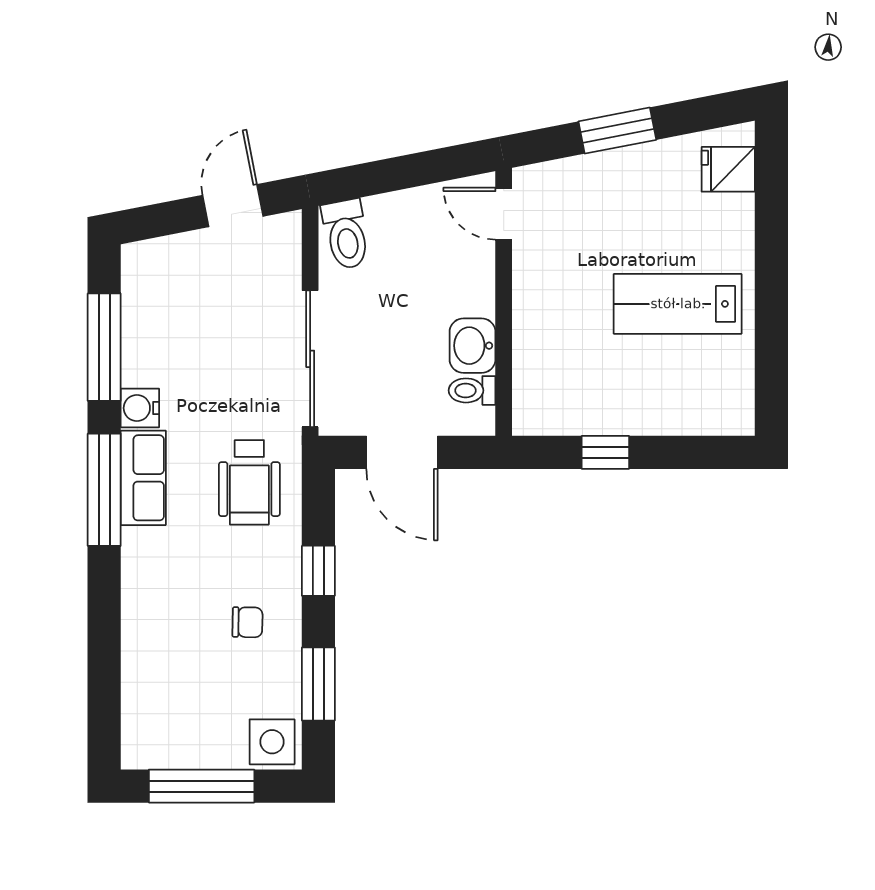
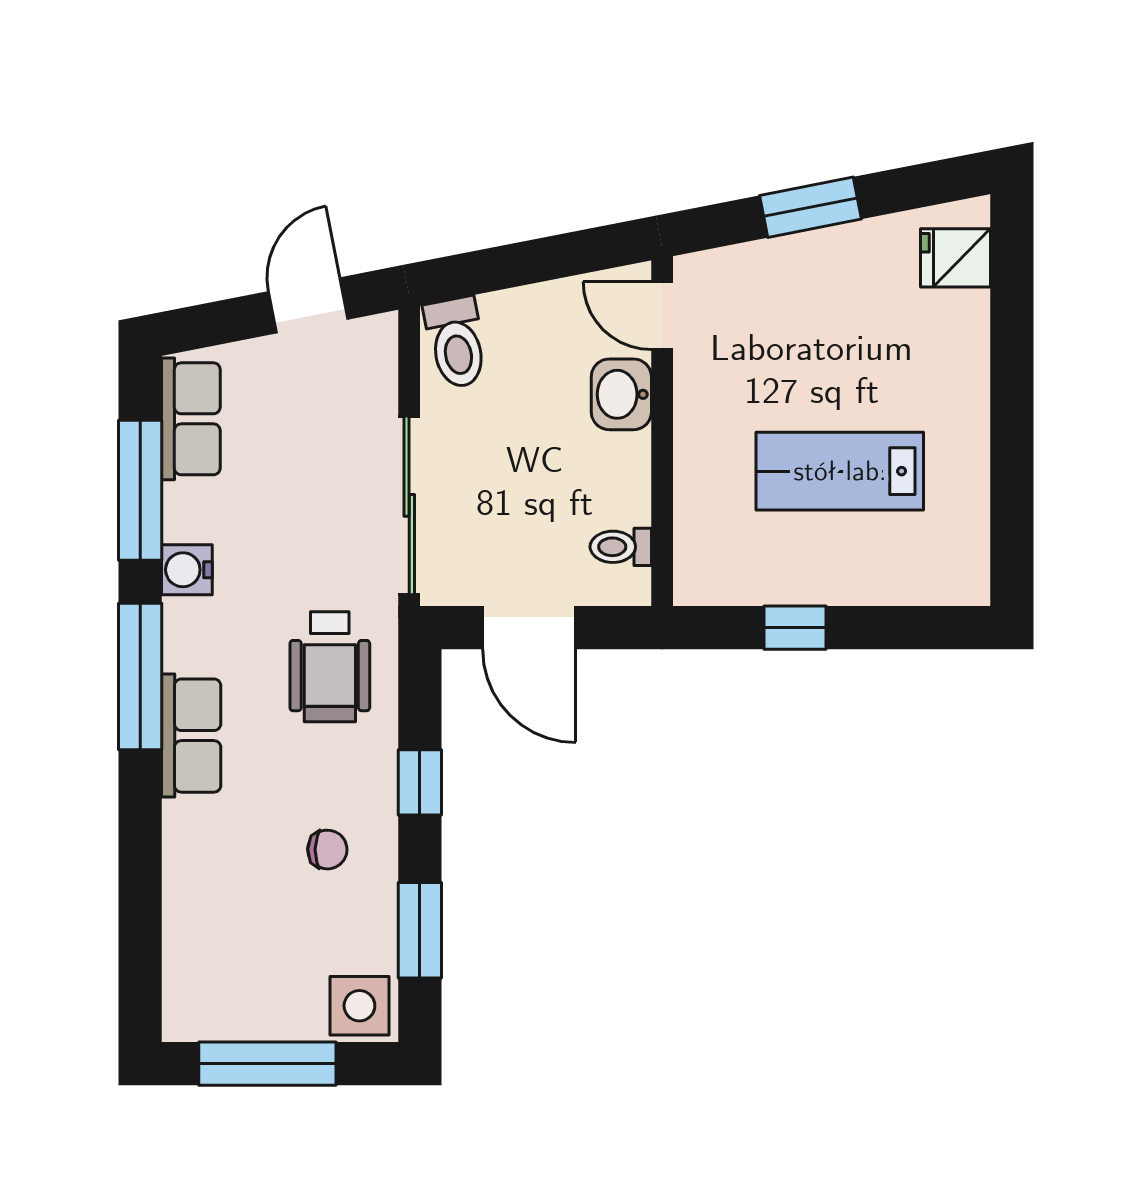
row of seats: (143, 293) -> (191, 419), added
lab bench: (678, 304) -> (840, 471), moved
washbasin: (472, 346) -> (621, 394), moved
row of seats: (143, 478) -> (191, 736), moved

